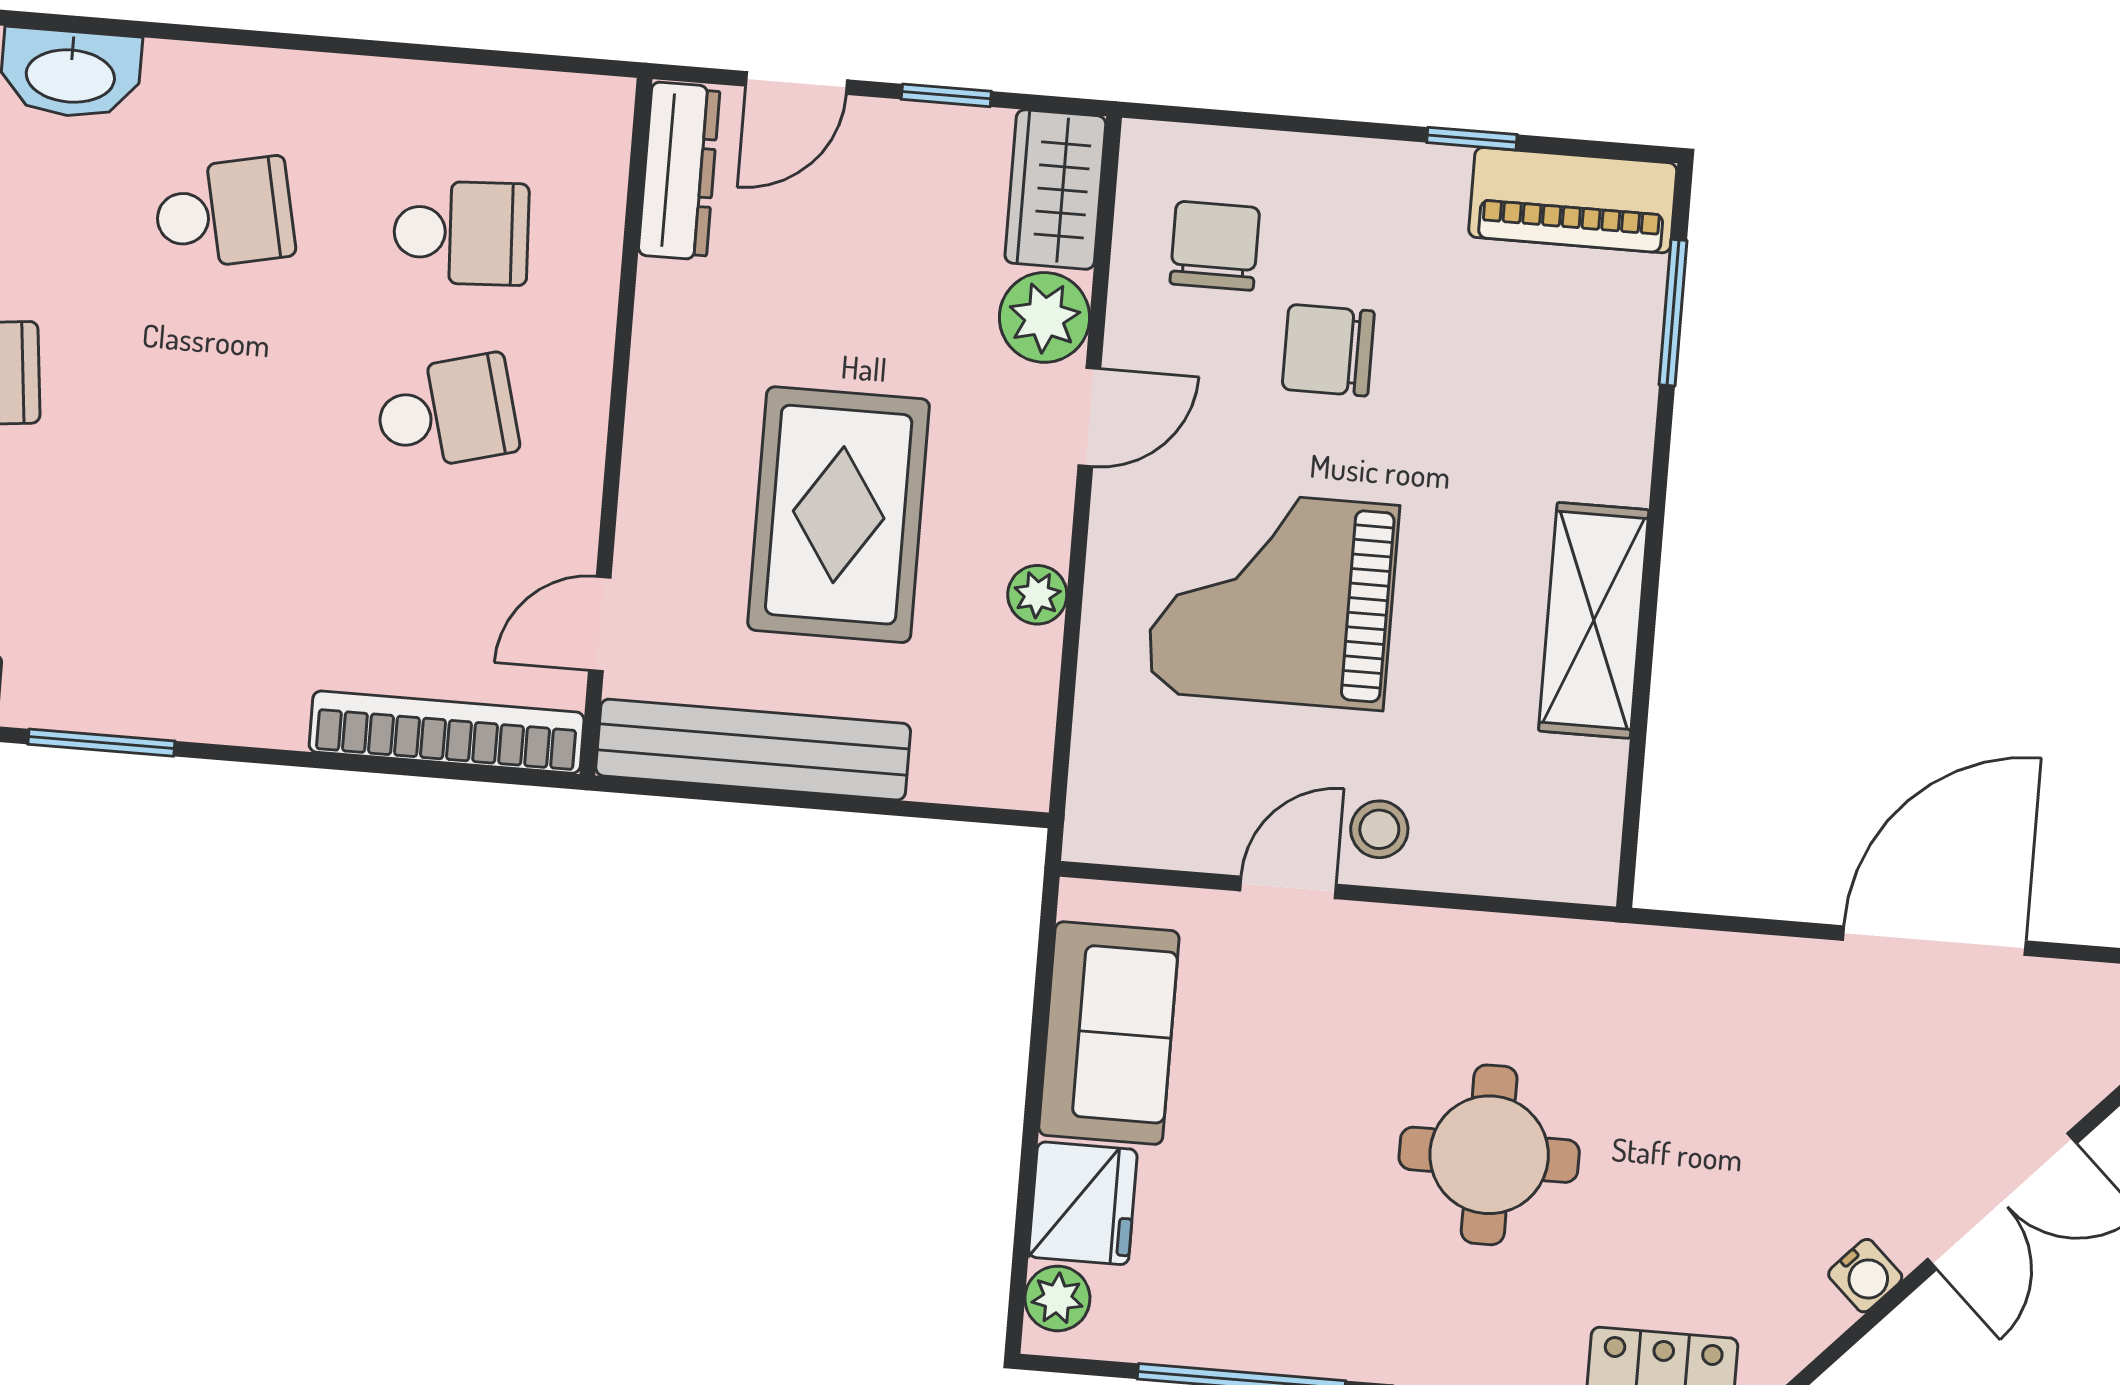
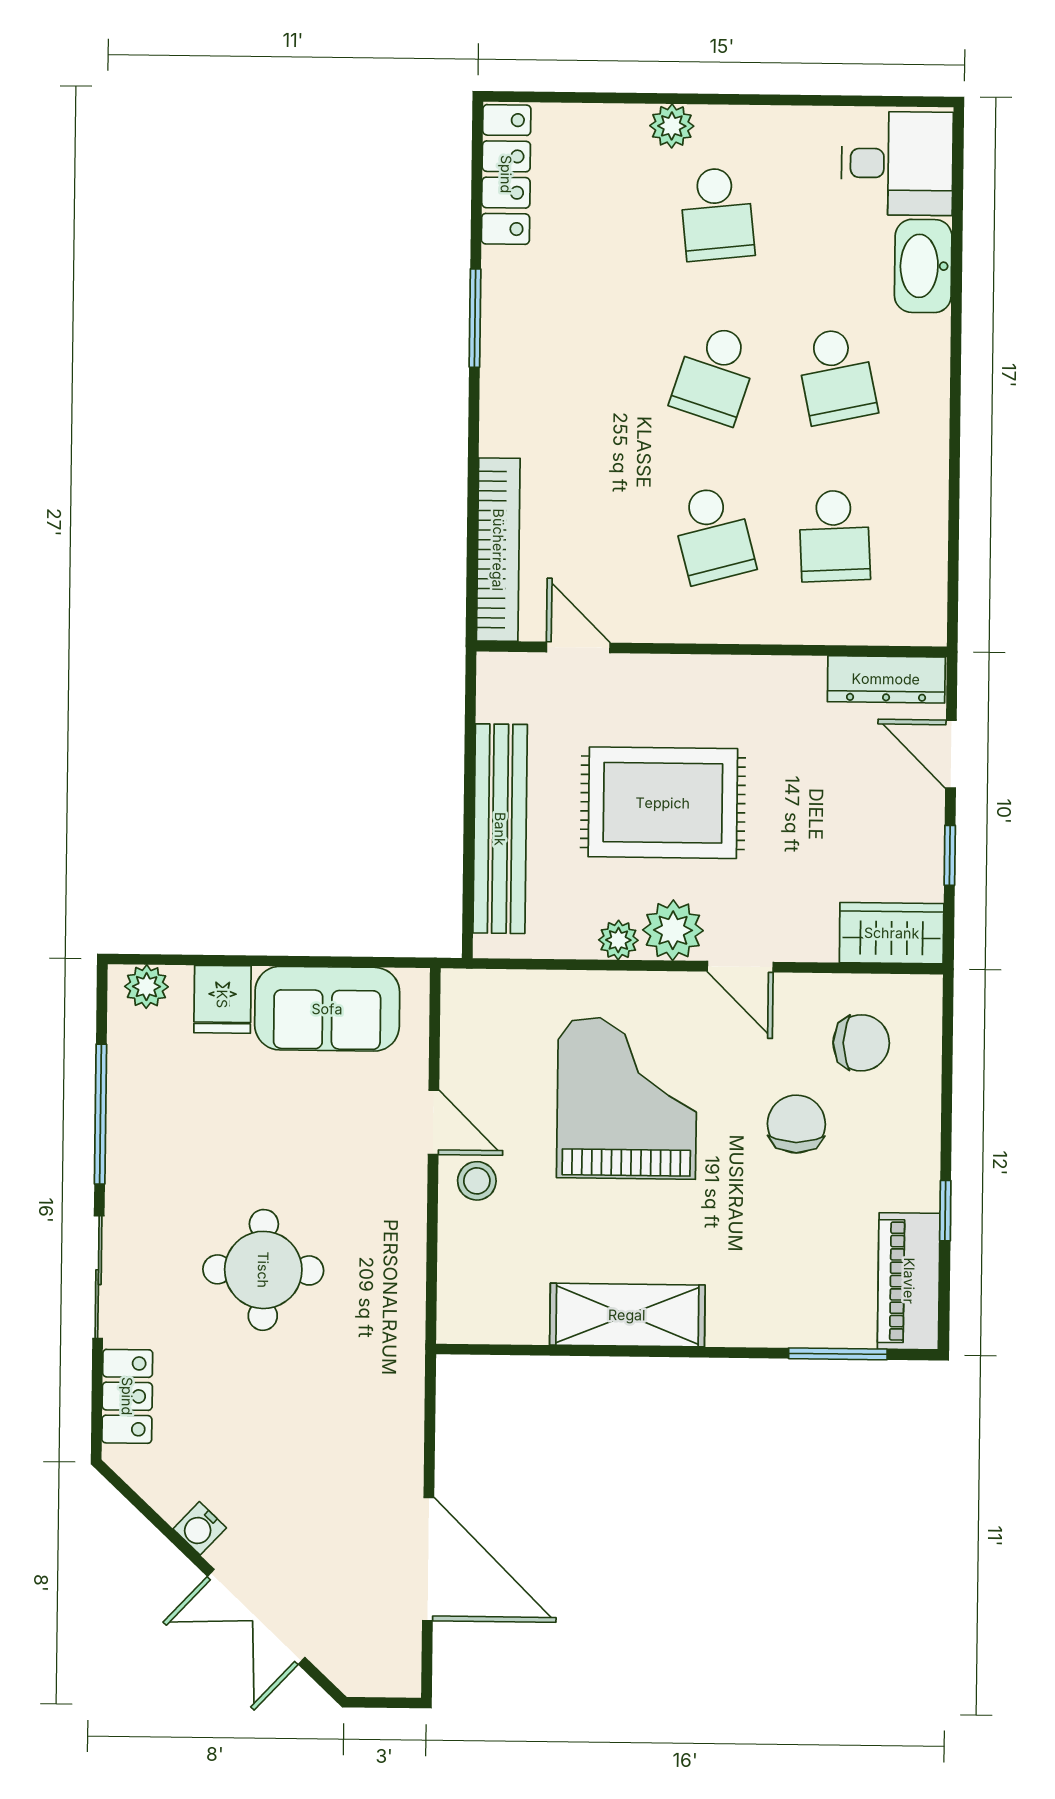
plant: (1044, 317) -> (673, 930), moved
school desk: (209, 393) -> (715, 374), added
bench: (753, 750) -> (500, 829), moved
fridge: (1083, 1203) -> (222, 999), width x0.72

